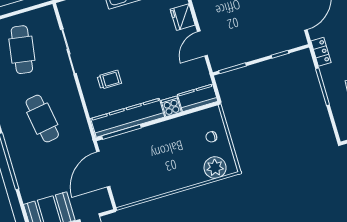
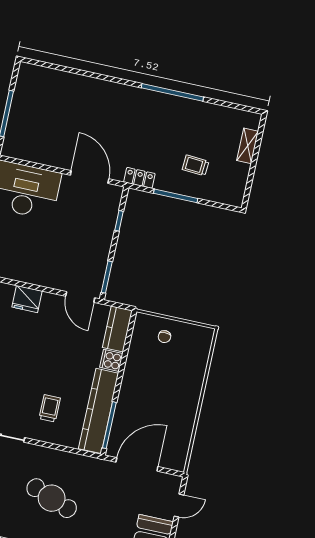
door: (202, 43) -> (80, 297), moved
cafe table: (42, 119) -> (52, 498), turned 30
plant: (215, 168) -> (198, 350), removed
door: (103, 169) -> (137, 464), swing flipped

